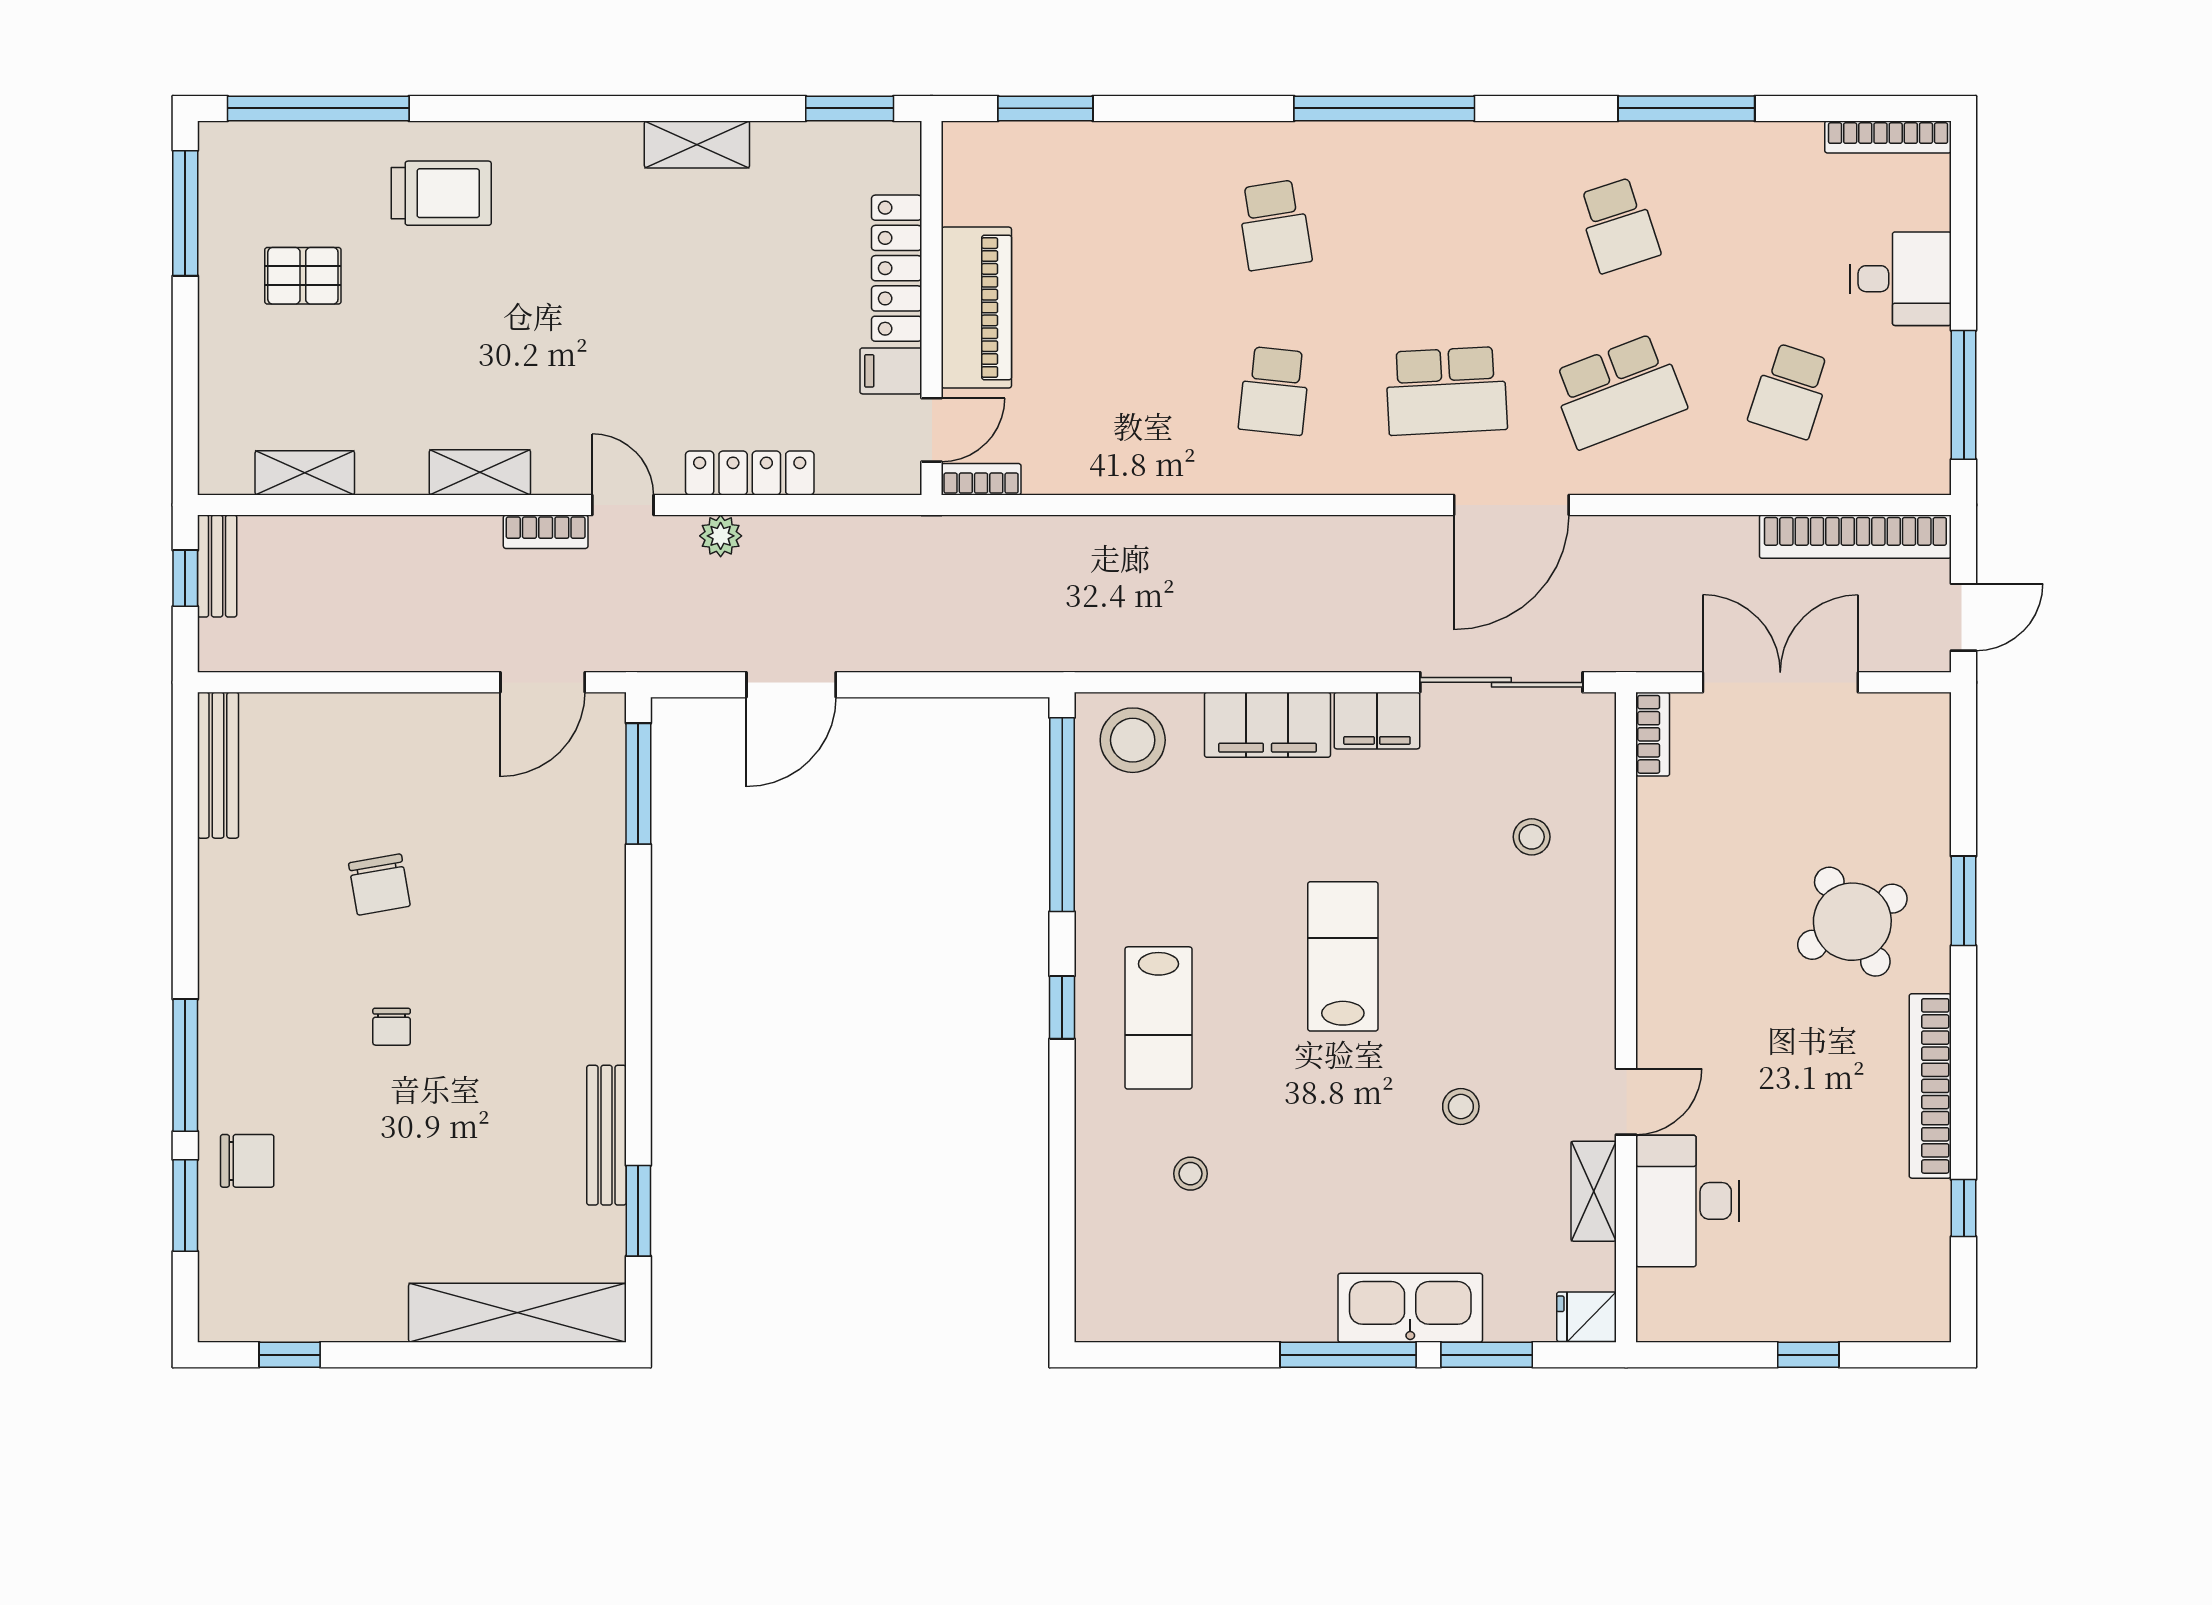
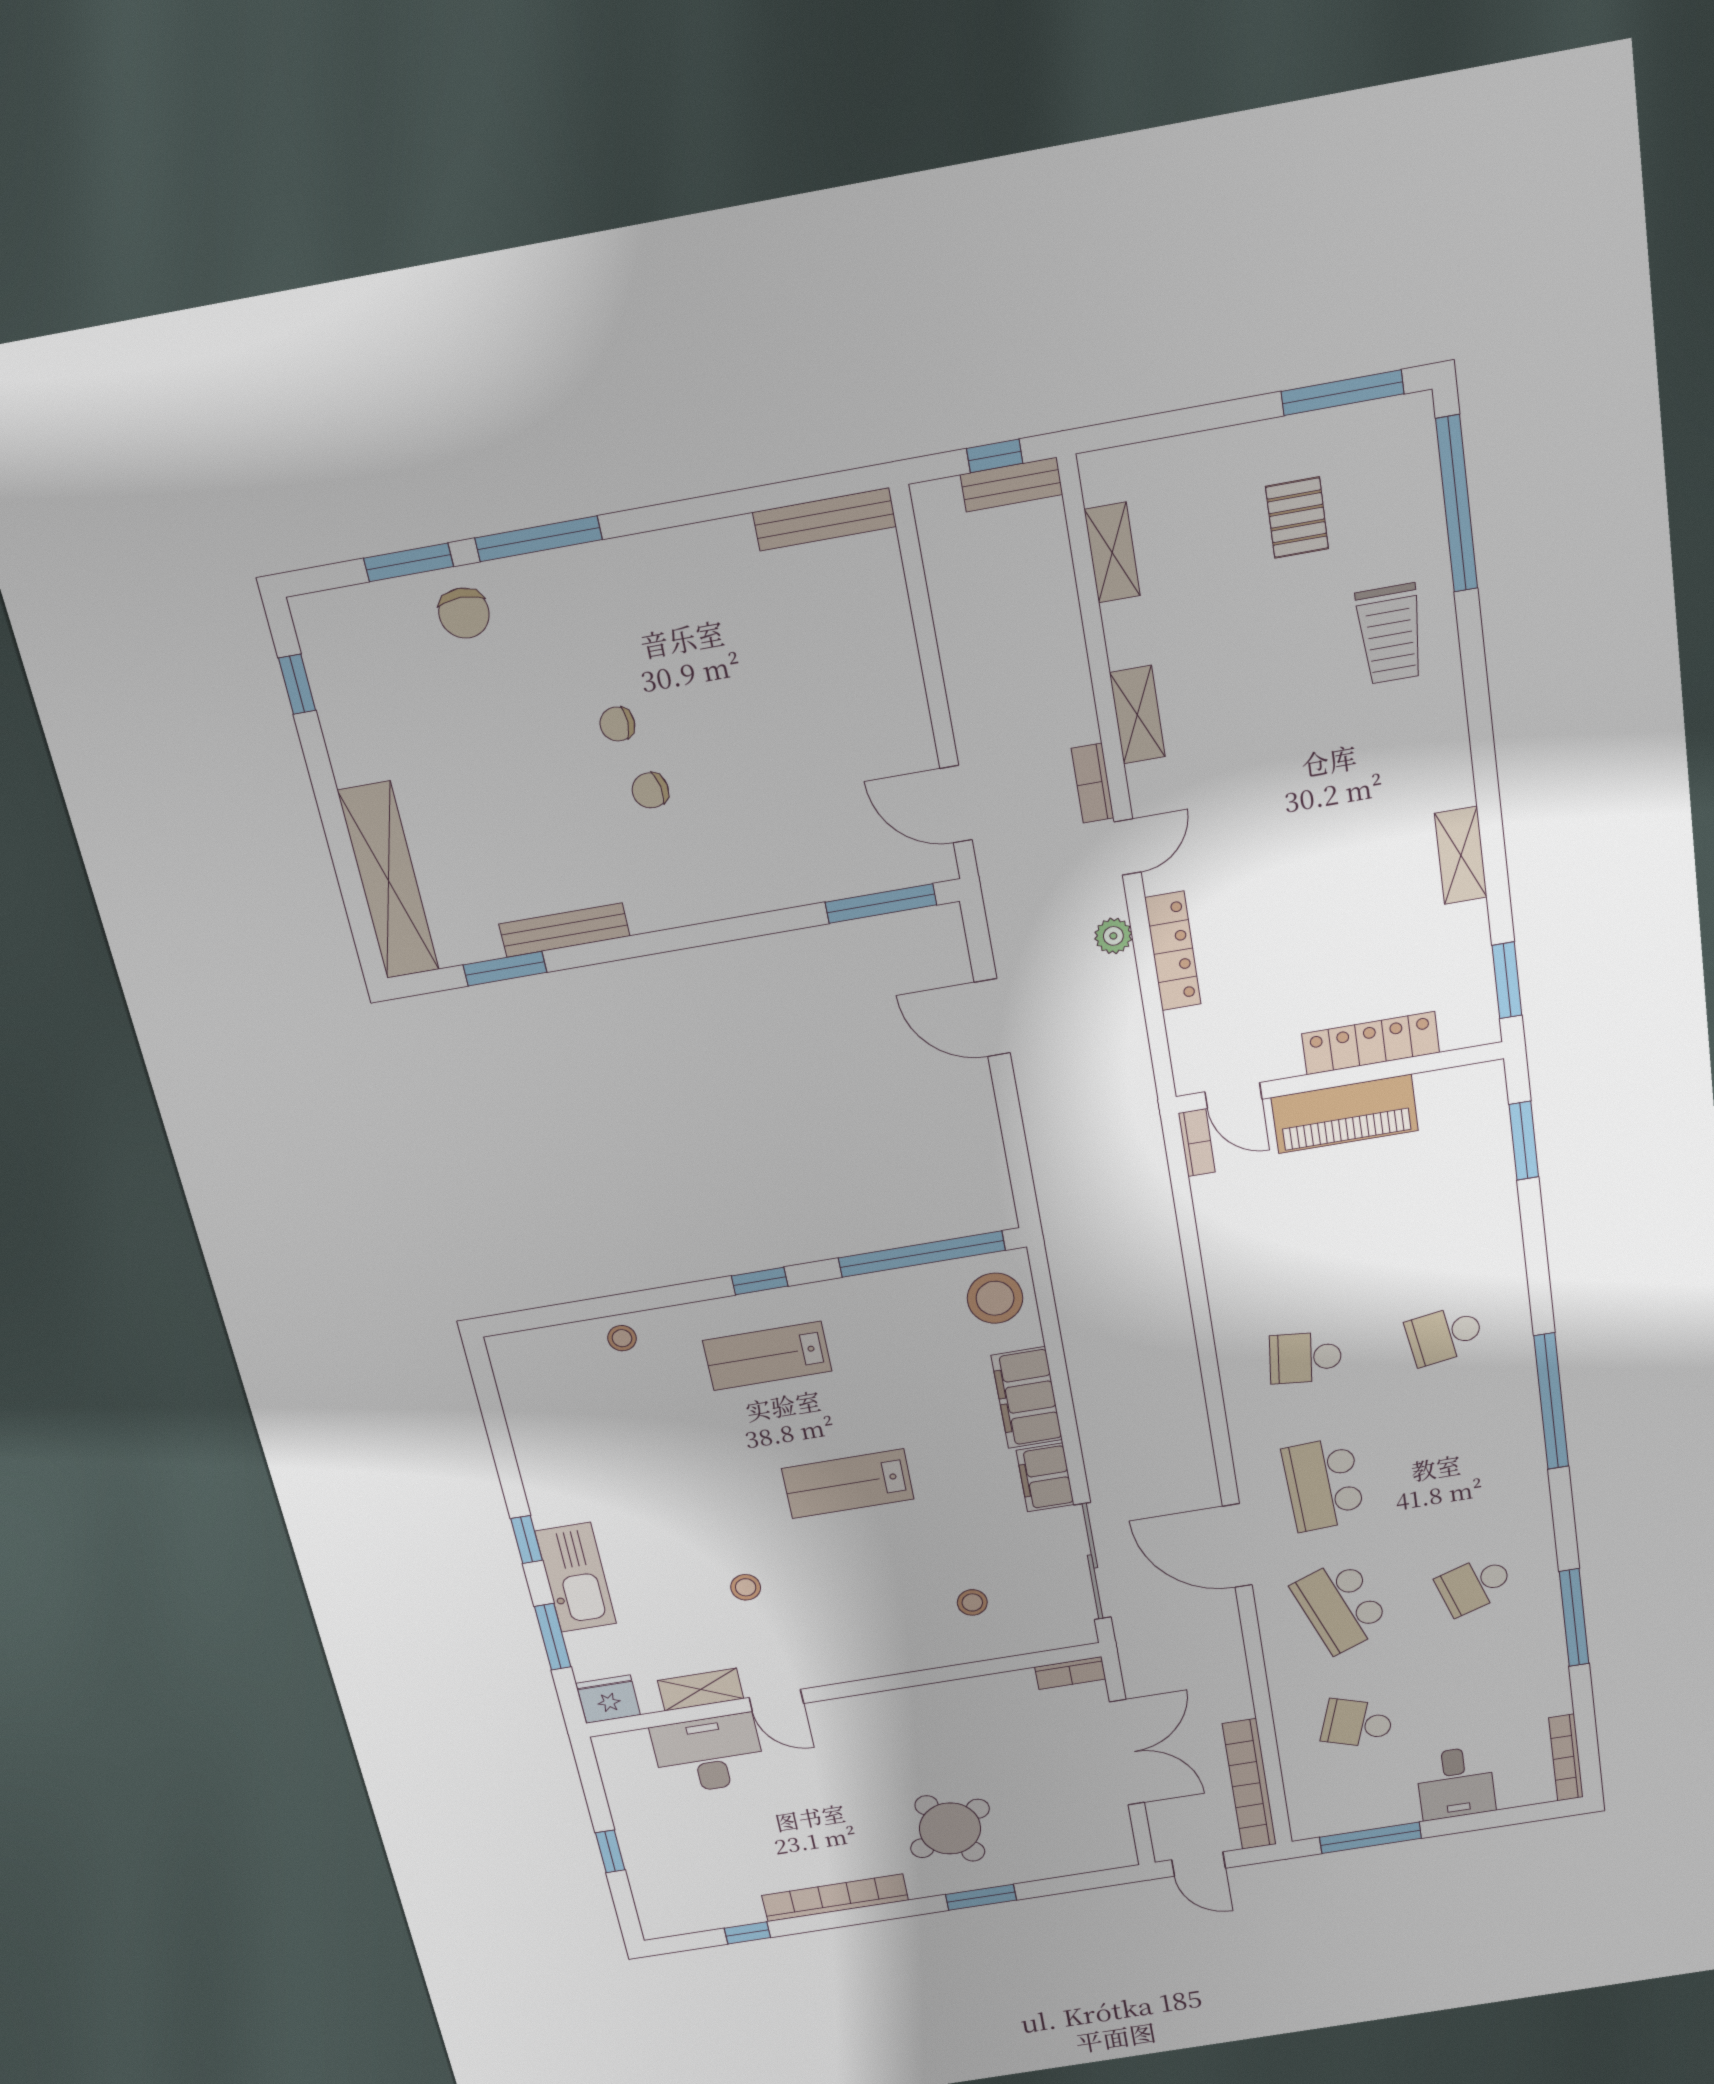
filing cabinet: (891, 371) -> (1280, 1054), removed
chair: (379, 884) -> (650, 790), moved, width x0.73, depth x0.73
lab bench: (1343, 956) -> (848, 1484), turned 180
stool: (1190, 1174) -> (622, 1338), moved
fridge: (1587, 1317) -> (608, 1699), width x1.38
window: (1348, 1355) -> (527, 1540), width x0.46

